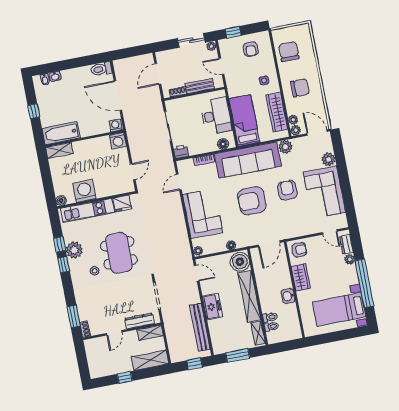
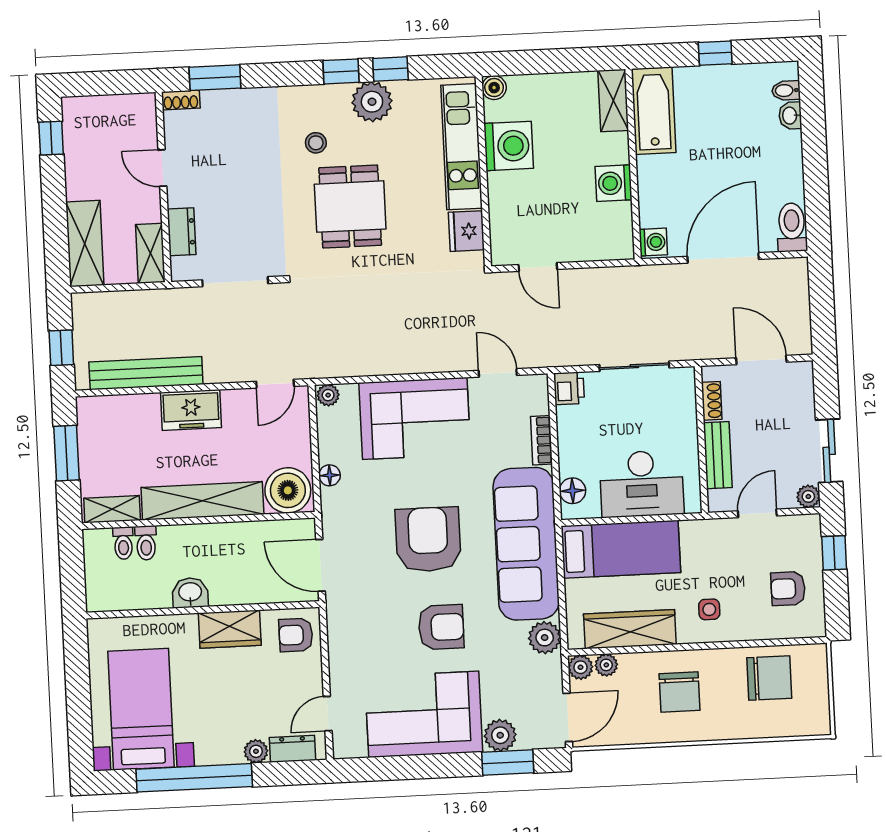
washing machine: (118, 141) -> (614, 183), moved
window: (339, 155) -> (508, 762), added
armchair: (299, 250) -> (296, 635), turned 90
dining table: (119, 253) -> (350, 207), width x0.73
dresser: (139, 321) -> (182, 232), width x0.70
window: (125, 377) -> (51, 138), moved

